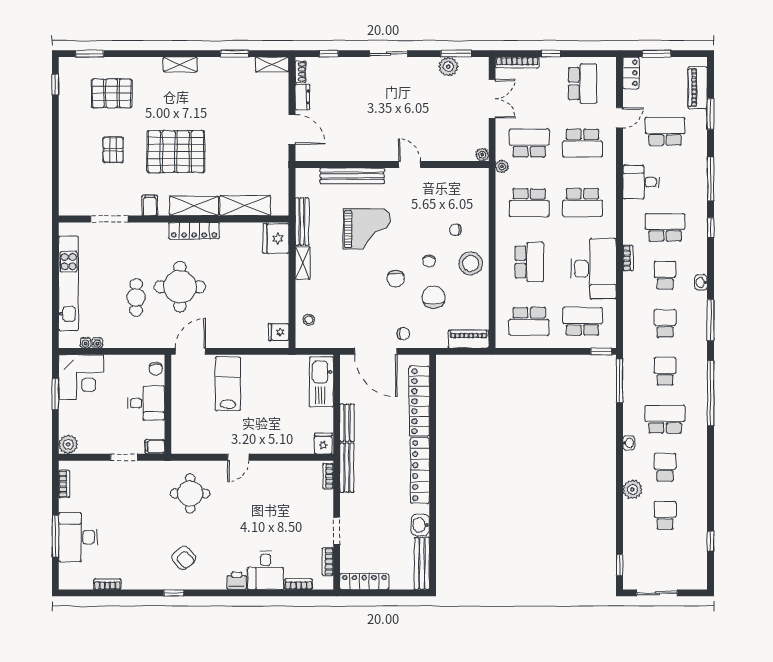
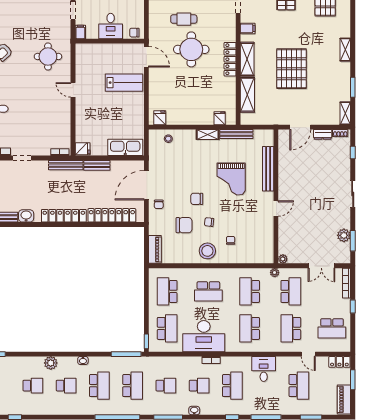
piano: (698, 88) -> (344, 399), moved, turned -90
pallet: (176, 152) -> (292, 69), moved
fridge: (276, 239) -> (220, 118), width x0.53, depth x0.75
school desk: (665, 371) -> (133, 386), width x1.85

